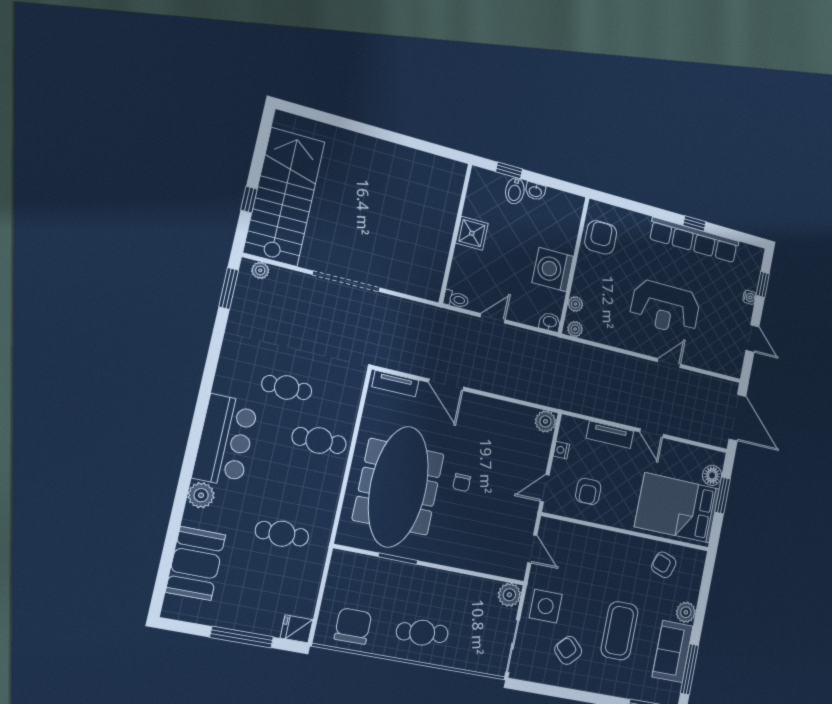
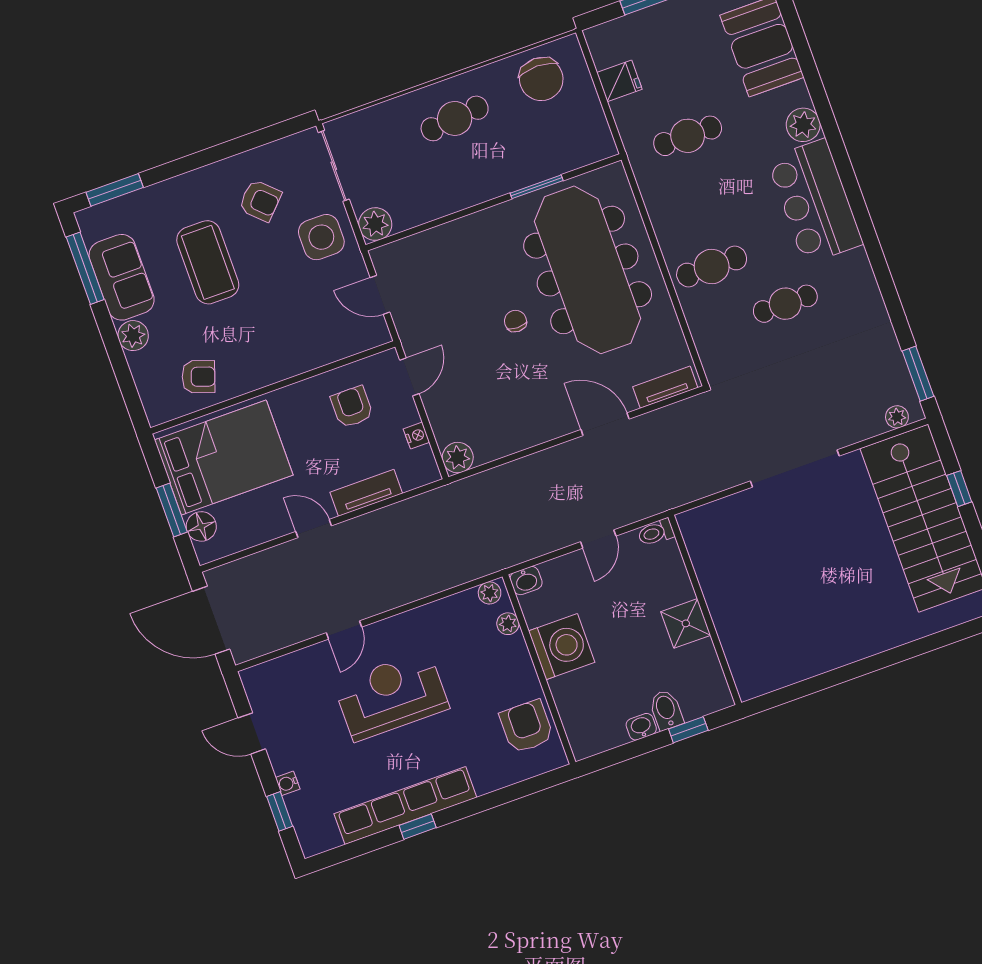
armchair: (601, 237) -> (526, 726), turned 180
fridge: (297, 629) -> (619, 81), moved

